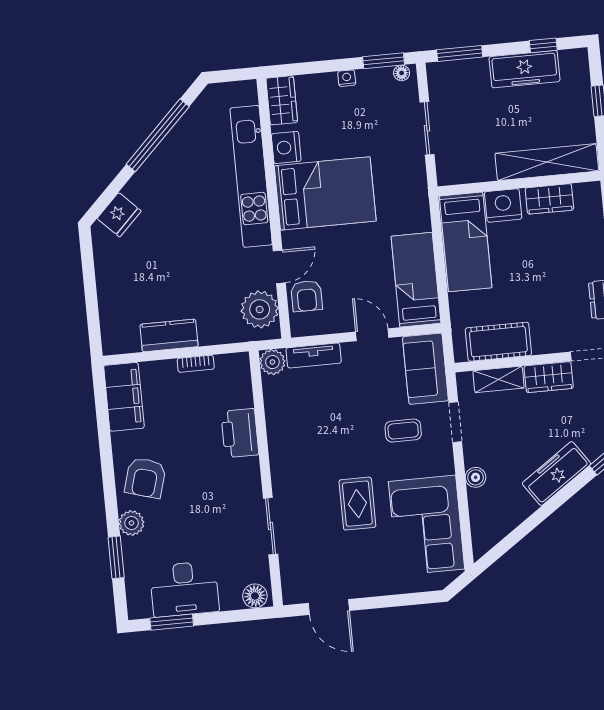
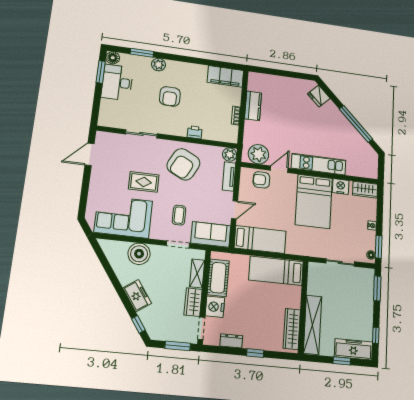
freezer: (524, 69) -> (353, 349), moved, turned 90
kitchen unit: (251, 176) -> (319, 164), width x0.73
wardrobe: (549, 199) -> (292, 329), width x1.50
nightstand: (503, 205) -> (215, 307), moved, turned 180
door: (279, 267) -> (279, 169), swing flipped
printer: (240, 433) -> (195, 132), width x0.53, depth x0.68
armchair: (310, 441) -> (183, 164), added
freezer: (557, 474) -> (137, 296), width x0.71
boiler: (476, 477) -> (139, 254), width x1.86, depth x1.86
armchair: (145, 478) -> (170, 96), moved, turned -106
floor lamp: (255, 596) -> (113, 58), moved

